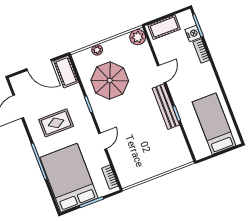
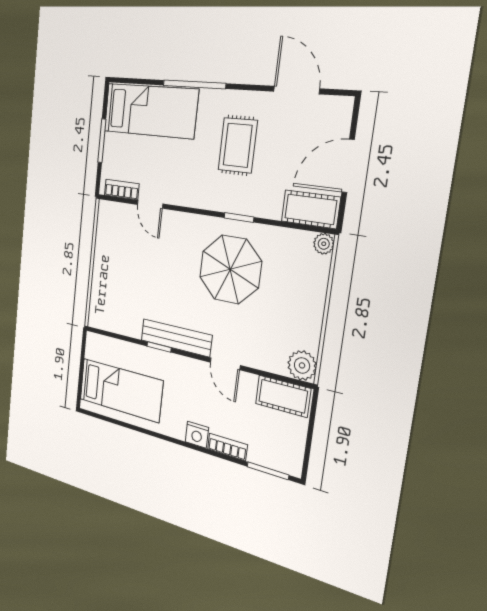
cot: (164, 27) -> (283, 396), moved, turned 90
nightstand: (193, 33) -> (197, 435), moved
plant: (97, 50) -> (324, 244), moved
parasol: (110, 80) -> (230, 269), moved
door: (103, 141) -> (150, 204), moved
bed: (69, 178) -> (150, 111), width x0.67

